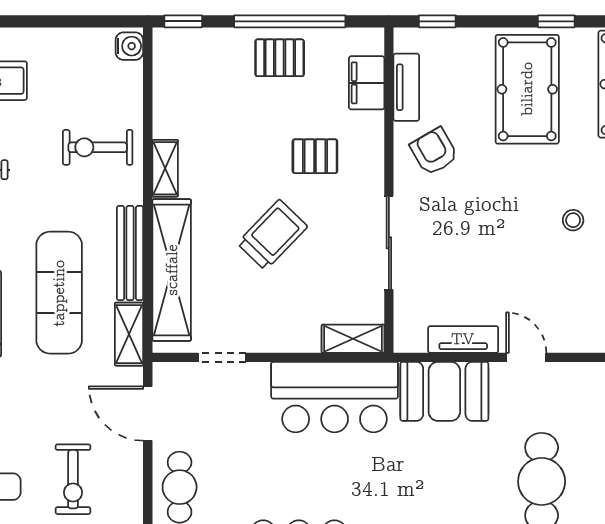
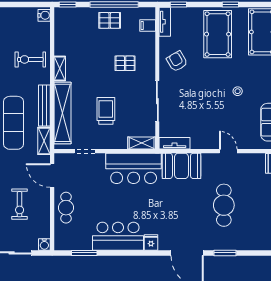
filing cabinet: (367, 83) -> (148, 26), width x0.50
tv unit: (406, 87) -> (165, 22), moved
trolley: (272, 235) -> (106, 111), moved, turned -44
tv unit: (463, 339) -> (175, 143), moved
door: (526, 357) -> (228, 151), moved

